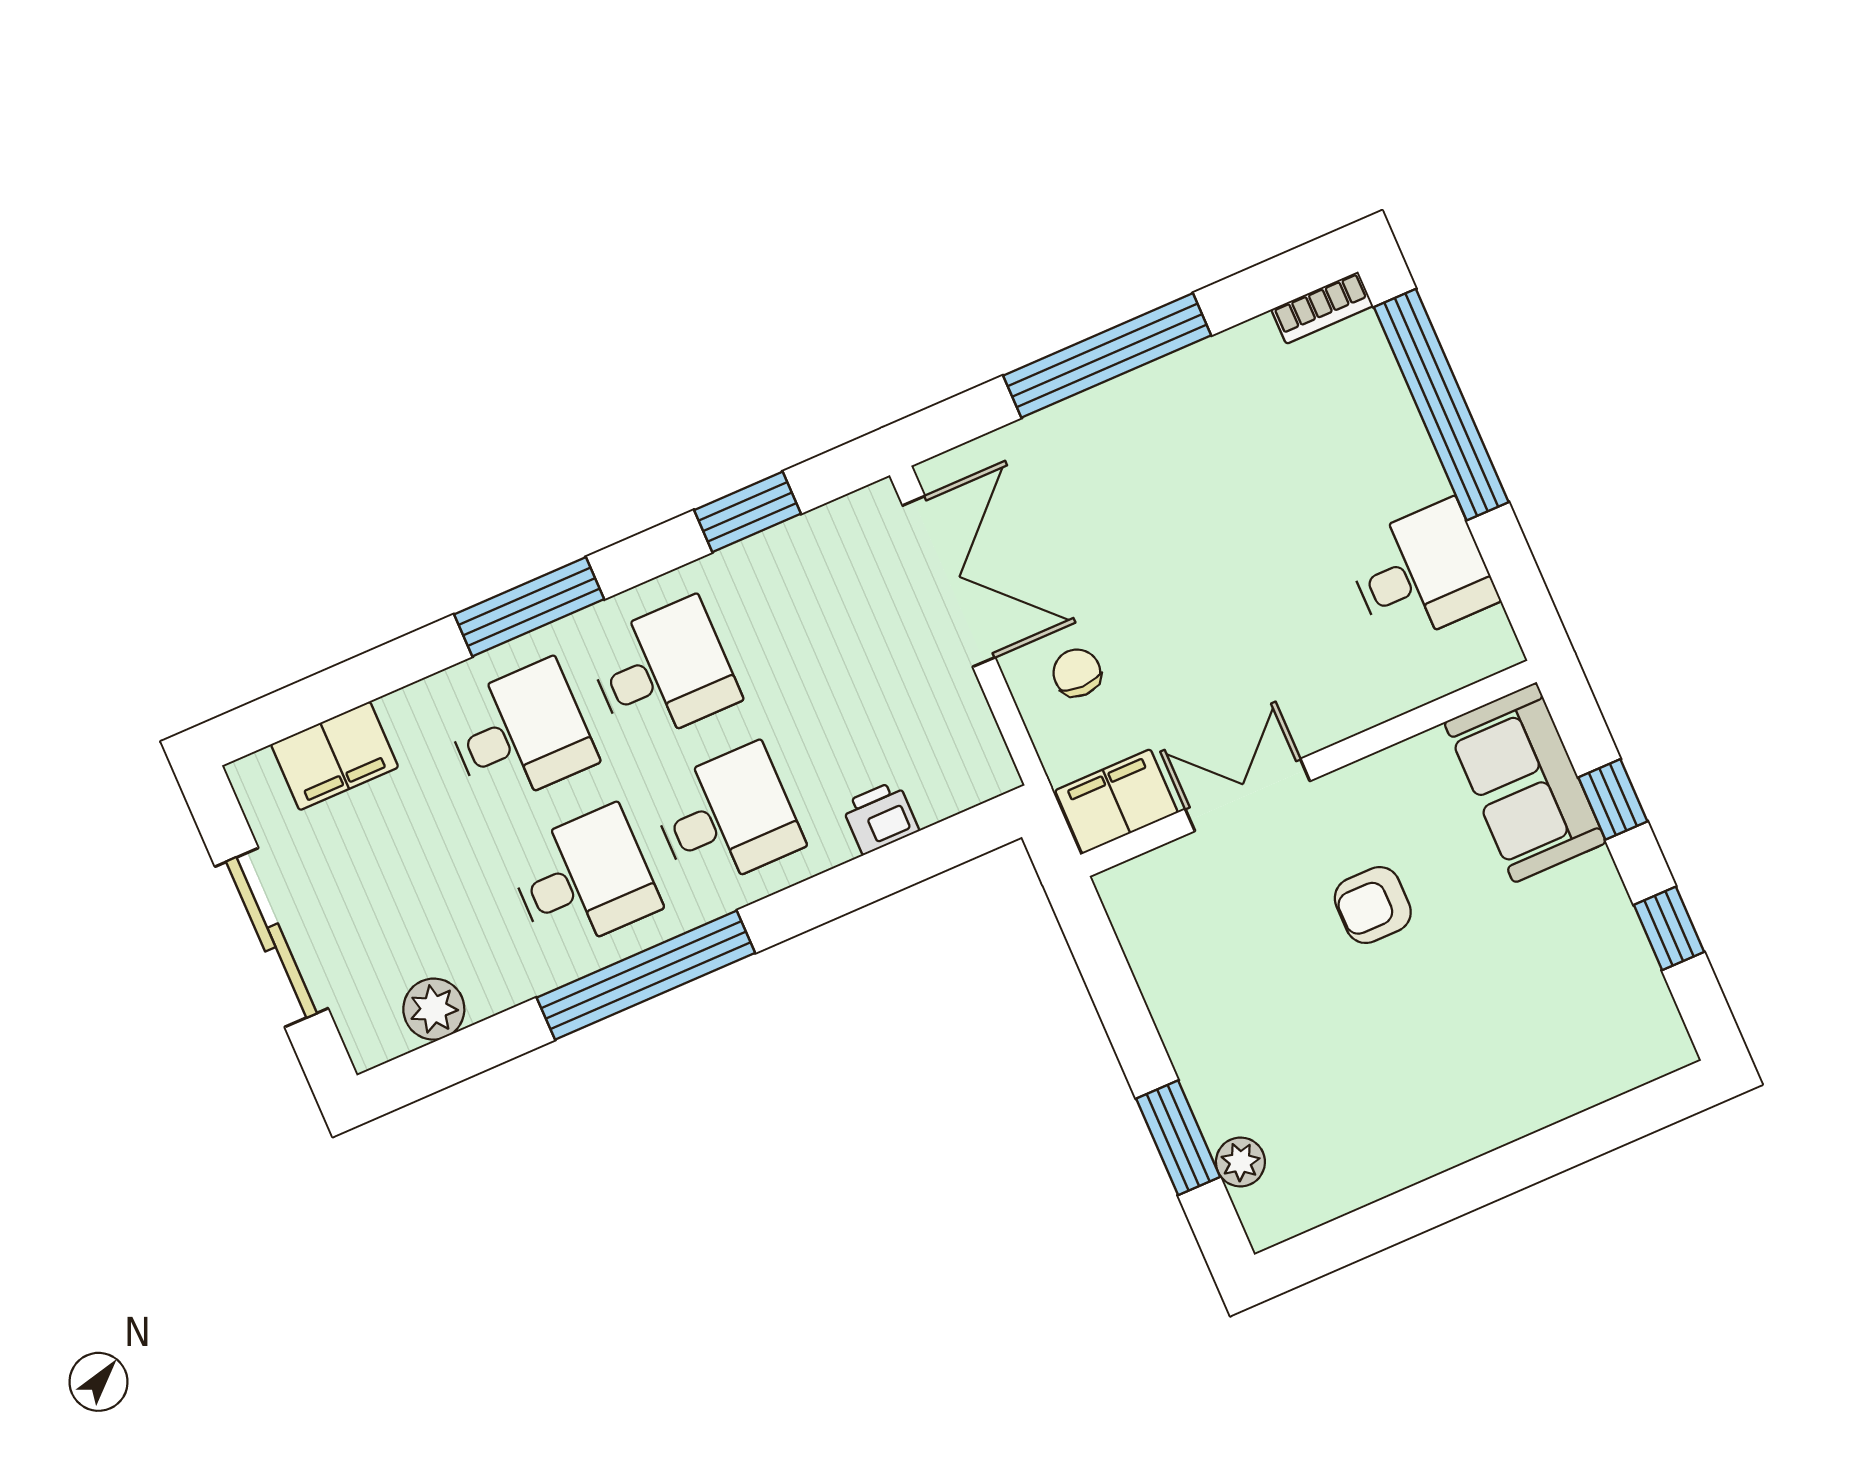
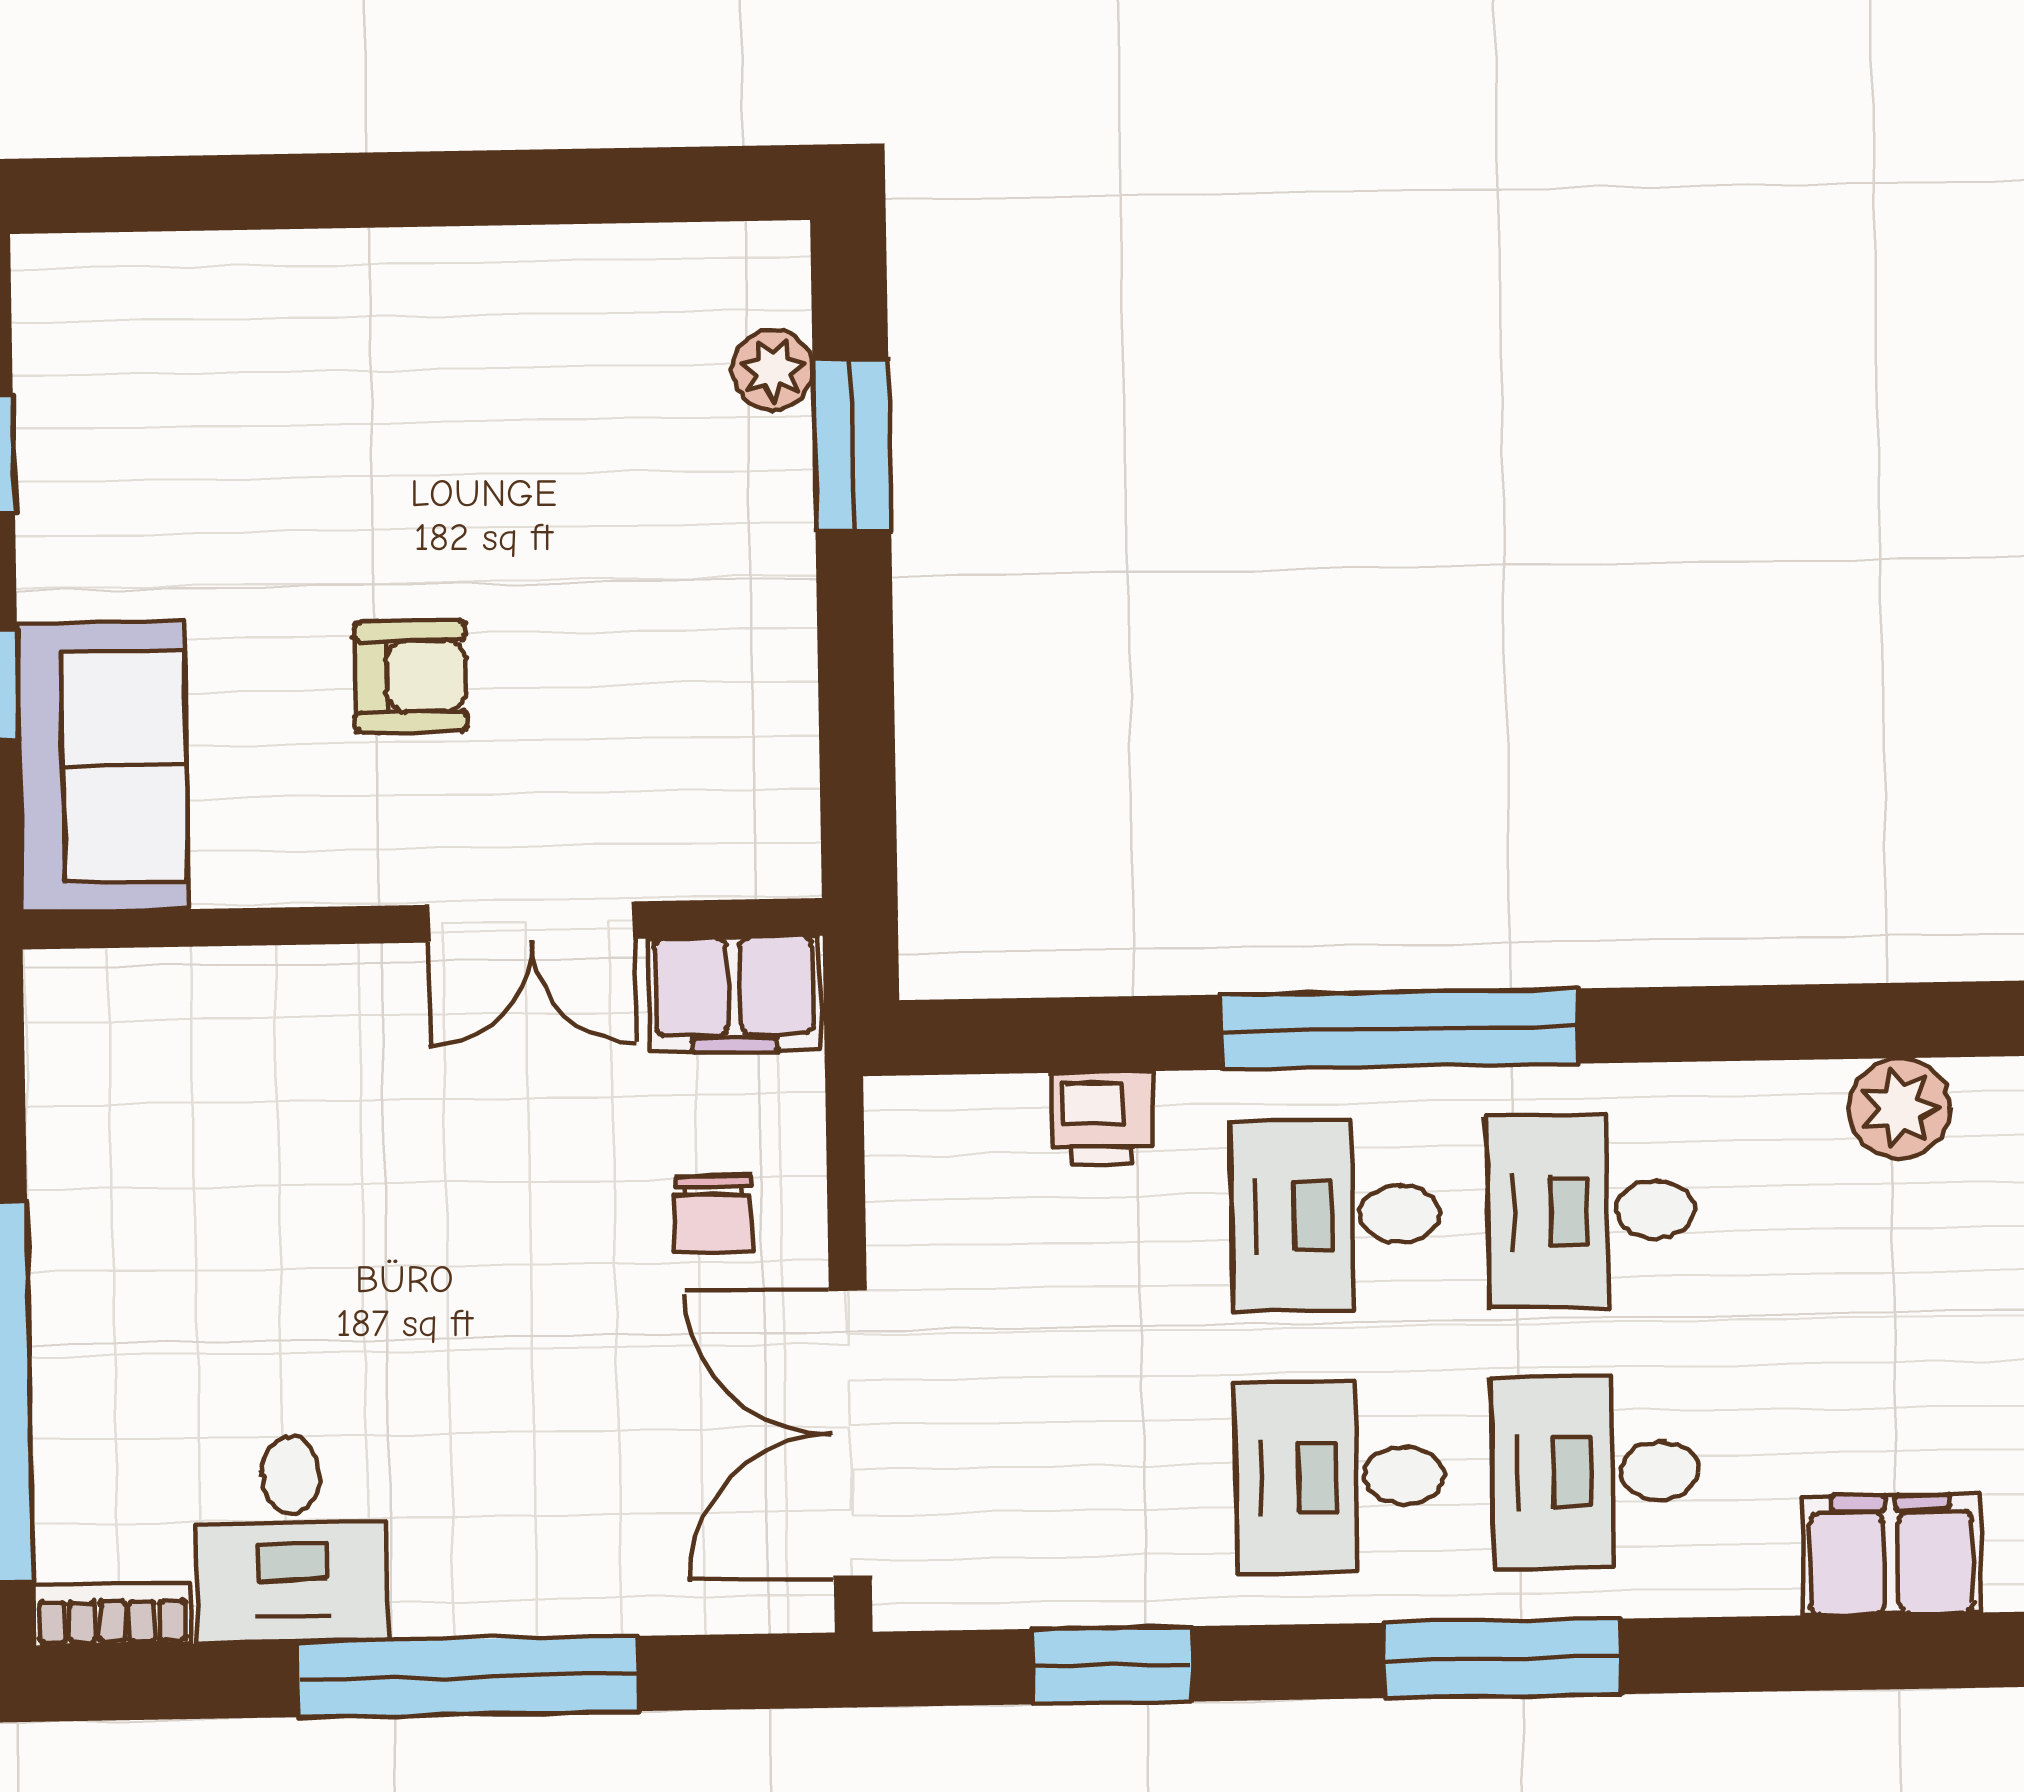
desk: (1421, 573) -> (292, 1539), moved, turned -90
window: (646, 975) -> (1400, 1029), moved

